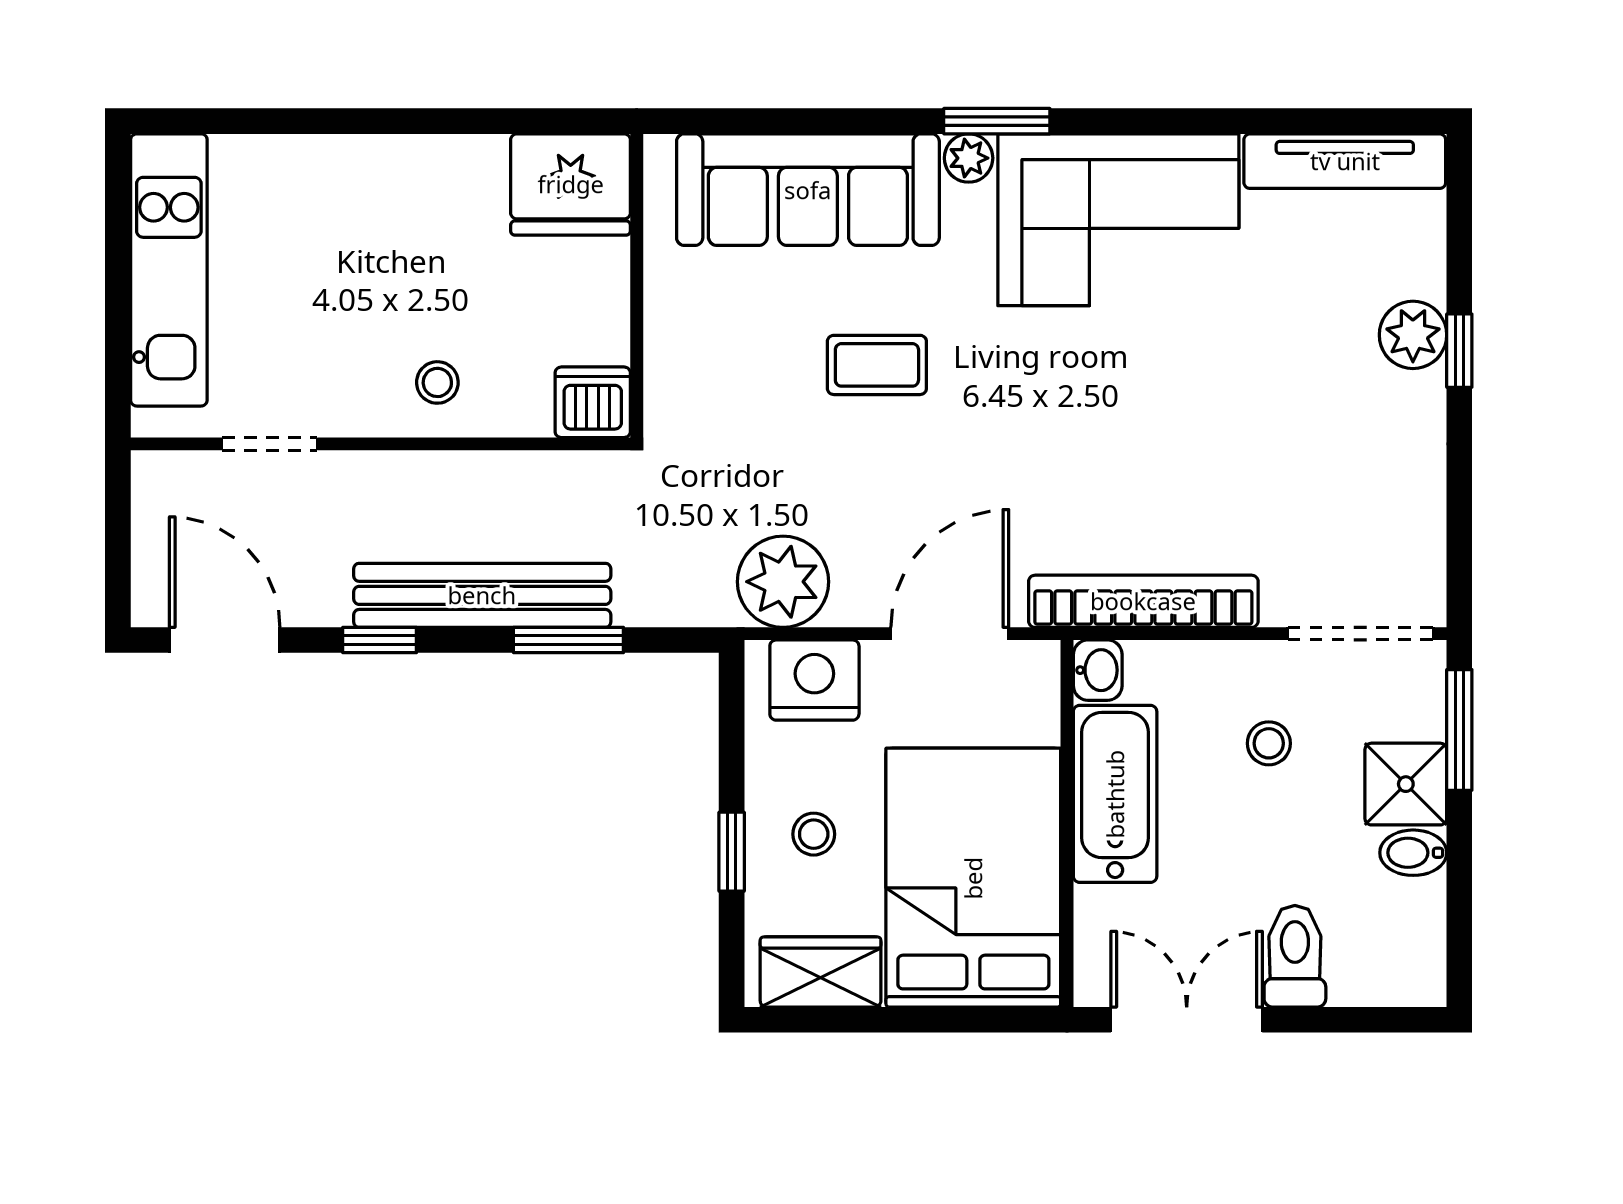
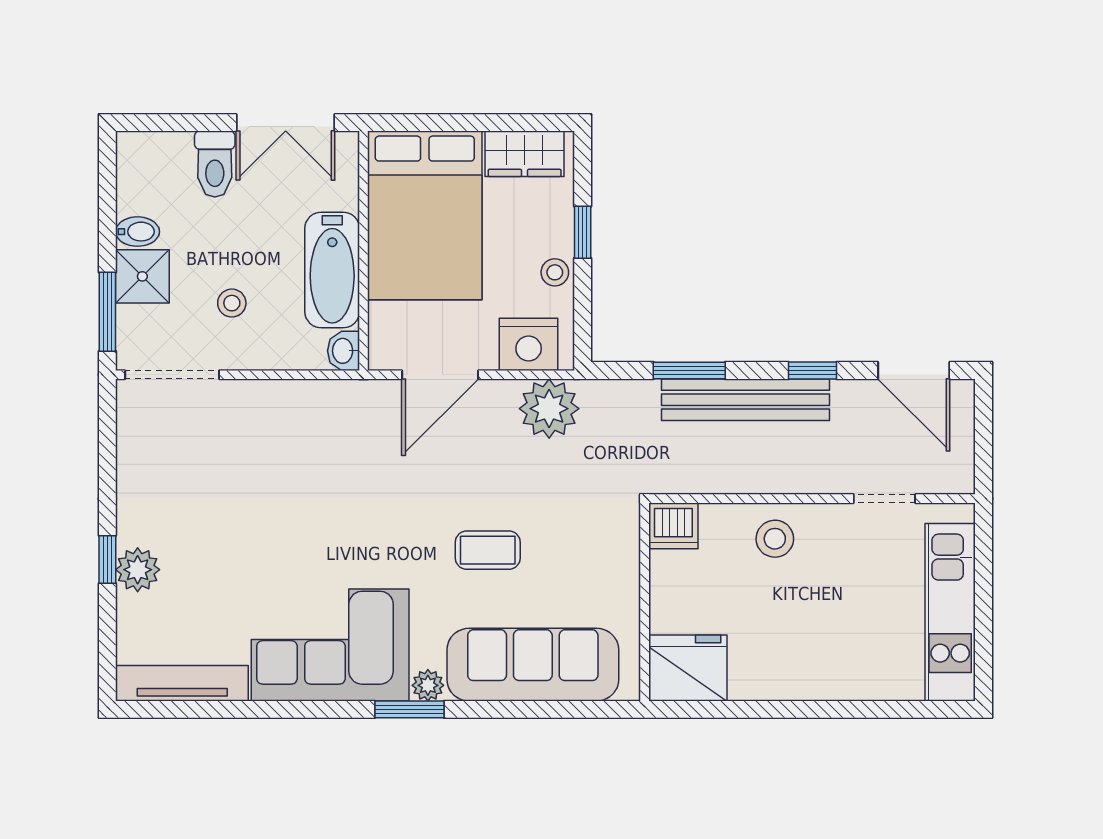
stool: (437, 382) -> (775, 539), width x1.37, depth x1.37
bookcase: (1143, 601) -> (314, 396), removed
stool: (814, 834) -> (555, 272), moved

